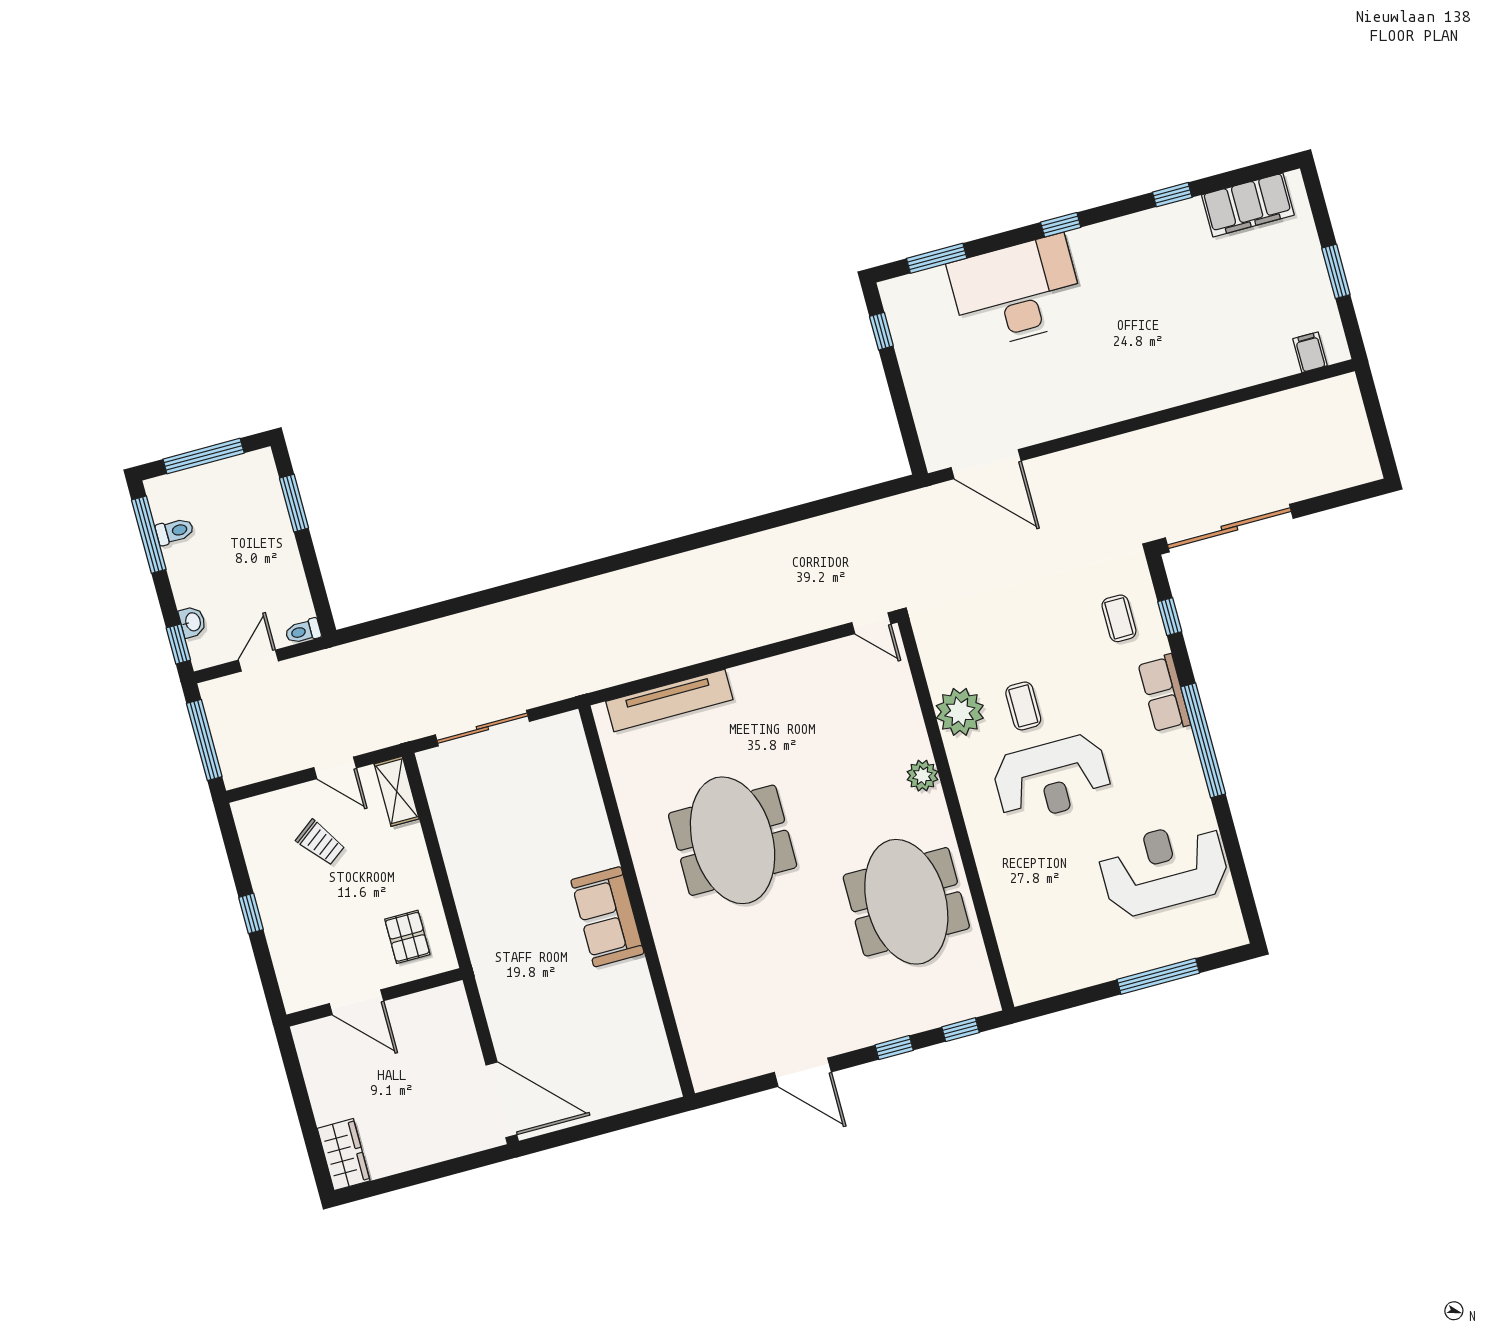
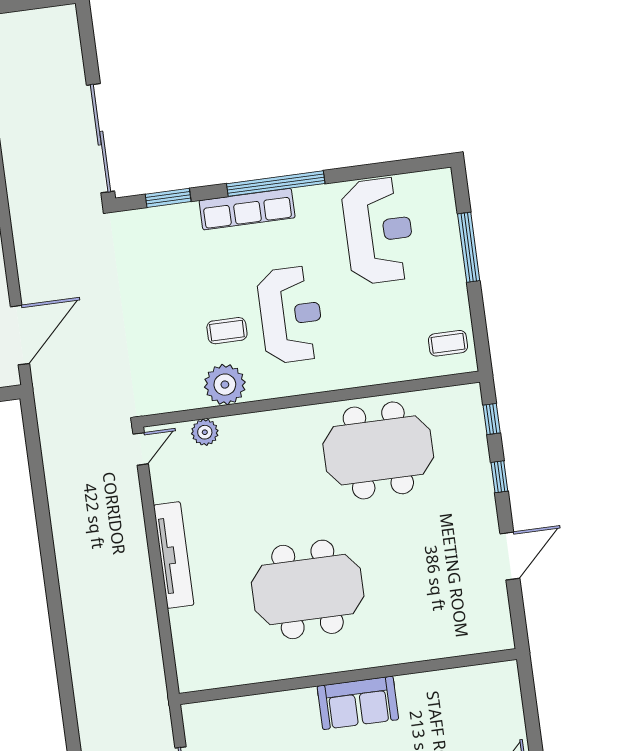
window: (1170, 617) -> (168, 198), width x1.50
coffee table: (1119, 618) -> (448, 343), moved
row of seats: (1164, 694) -> (247, 209), width x1.48
tv unit: (669, 700) -> (174, 555), moved
plant: (922, 776) -> (205, 432), moved
reception desk: (1164, 868) -> (379, 231), turned 180

